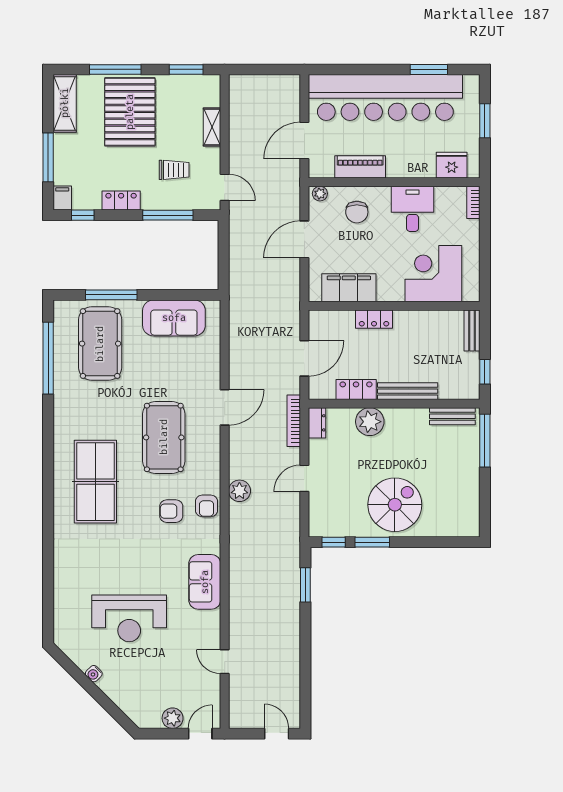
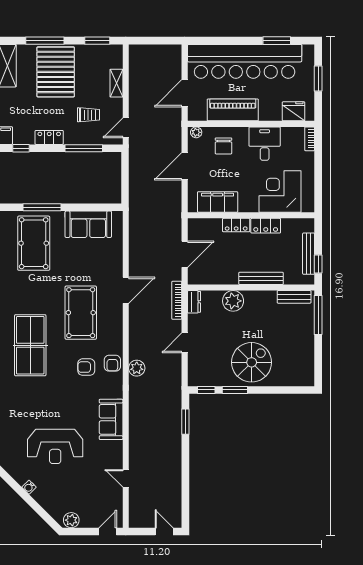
piano: (360, 167) -> (233, 110), width x1.37, depth x1.33
door: (225, 187) -> (126, 128), swing flipped
bench: (472, 330) -> (309, 254), moved, width x1.36
locker: (356, 389) -> (266, 226), moved, turned 180
plant: (239, 491) -> (137, 368), moved
plant: (173, 718) -> (71, 520), moved

